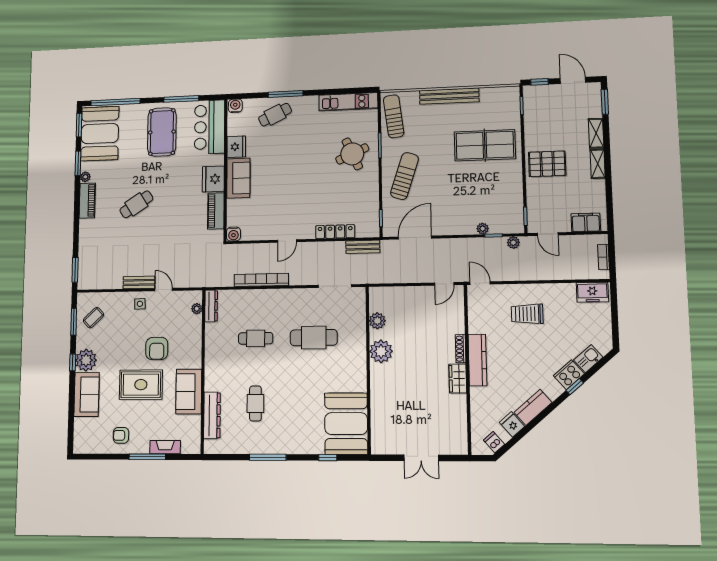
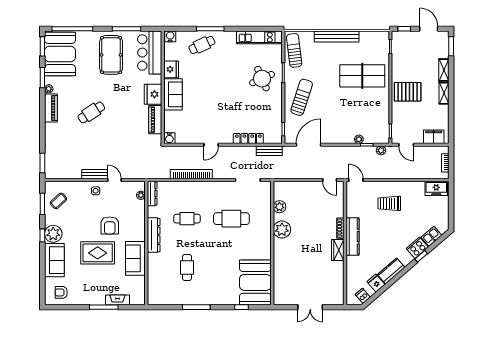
door: (444, 284) -> (330, 180), hinge flipped
dresser: (212, 415) -> (154, 235), moved
armchair: (121, 435) -> (61, 292), moved

